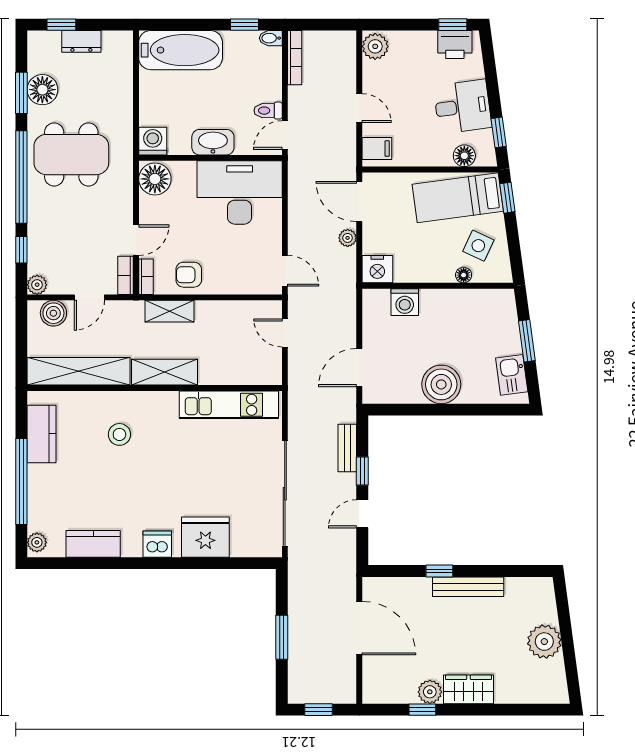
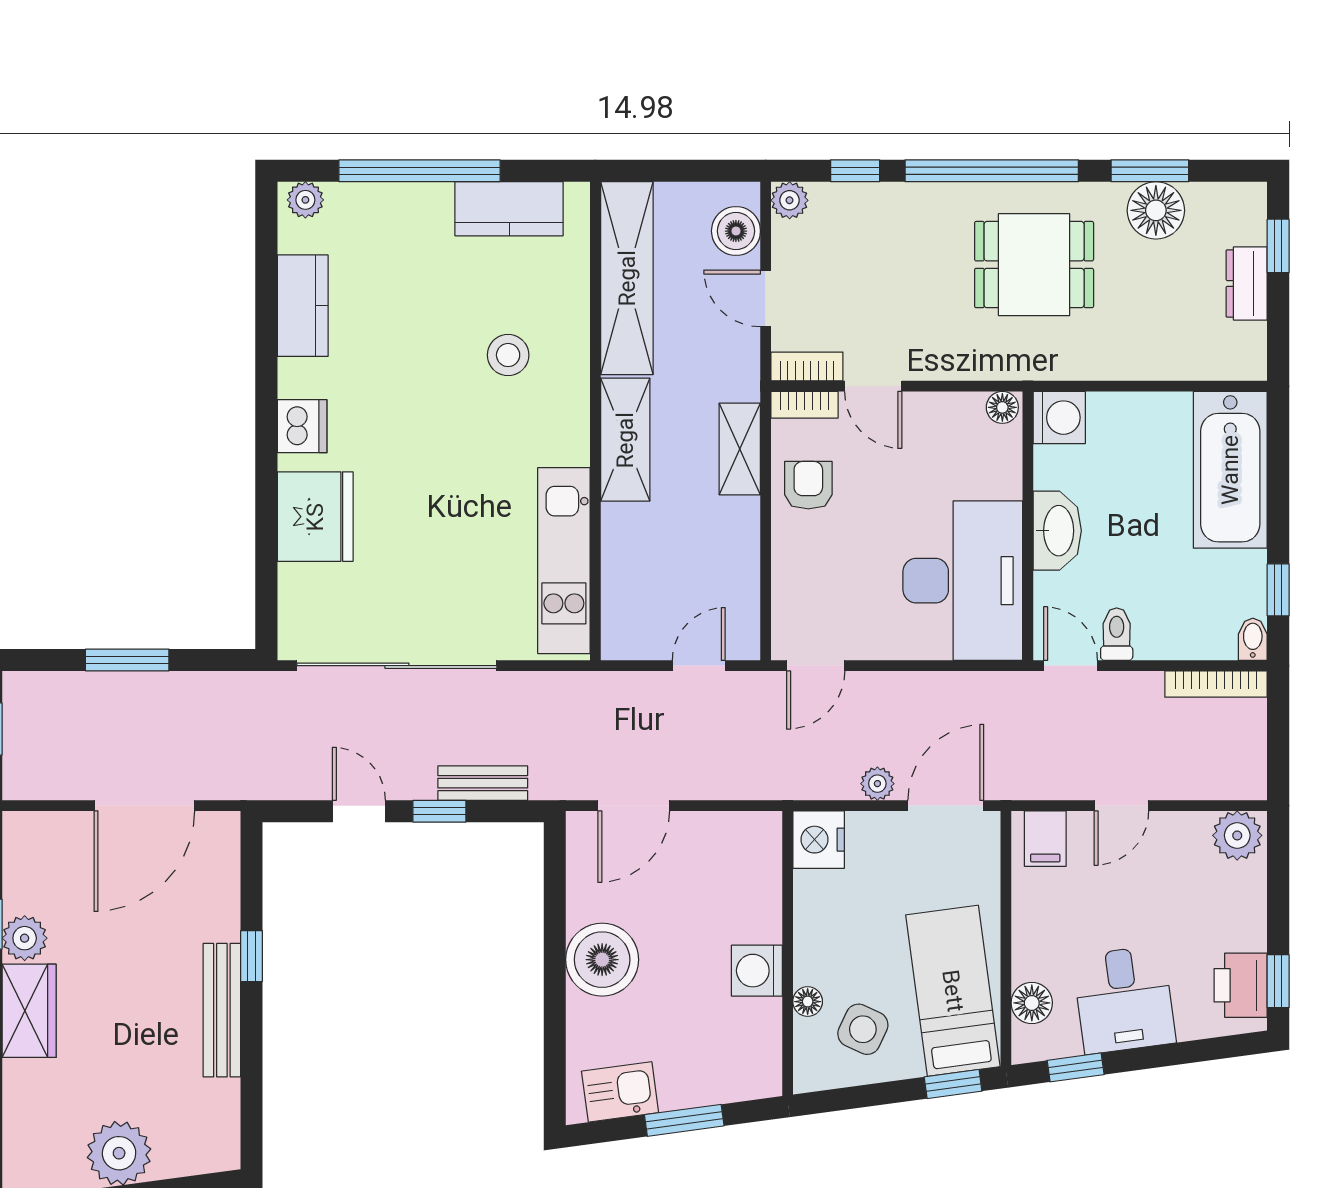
dining table: (71, 155) -> (1034, 265), width x0.73
floor lamp: (155, 179) -> (1002, 407), width x0.53, depth x0.53
washing machine: (405, 302) -> (757, 971), moved
door: (359, 368) -> (634, 806), swing flipped

